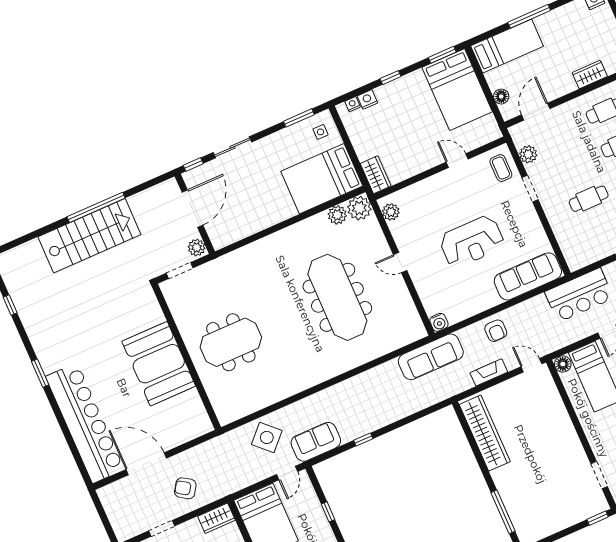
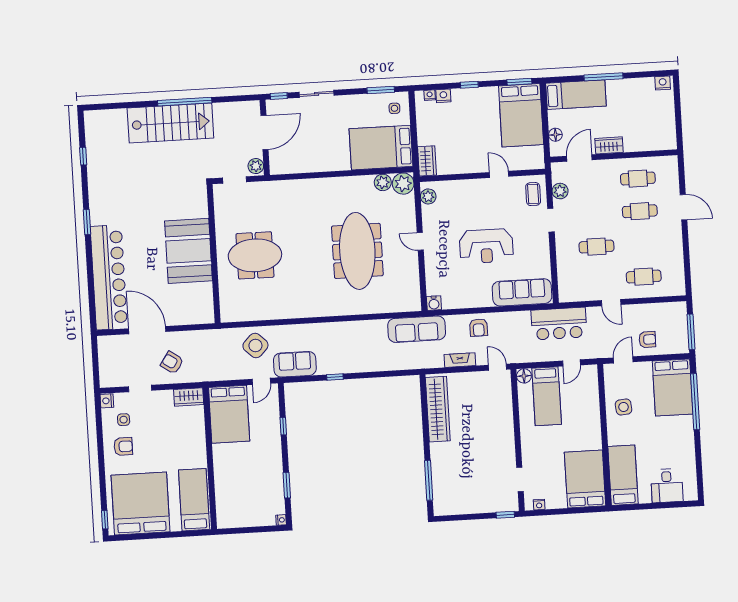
wardrobe: (590, 75) -> (609, 145), moved

